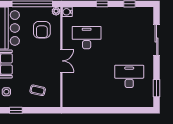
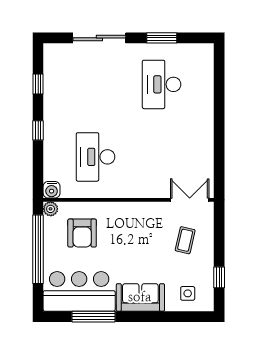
armchair: (42, 30) -> (82, 233), turned 90
double door: (61, 61) -> (190, 200), moved
window: (157, 88) -> (162, 38), moved

